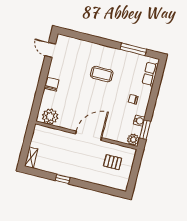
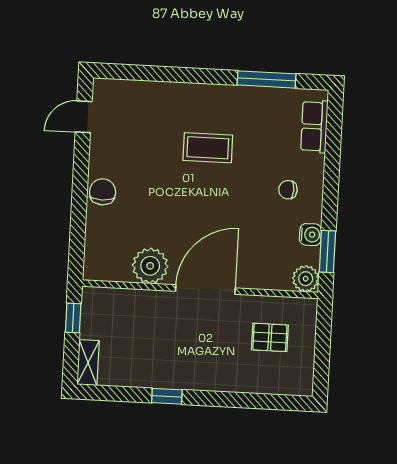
door: (50, 50) -> (84, 117), hinge flipped
plant: (50, 117) -> (150, 266), moved
window: (28, 137) -> (73, 318), added

